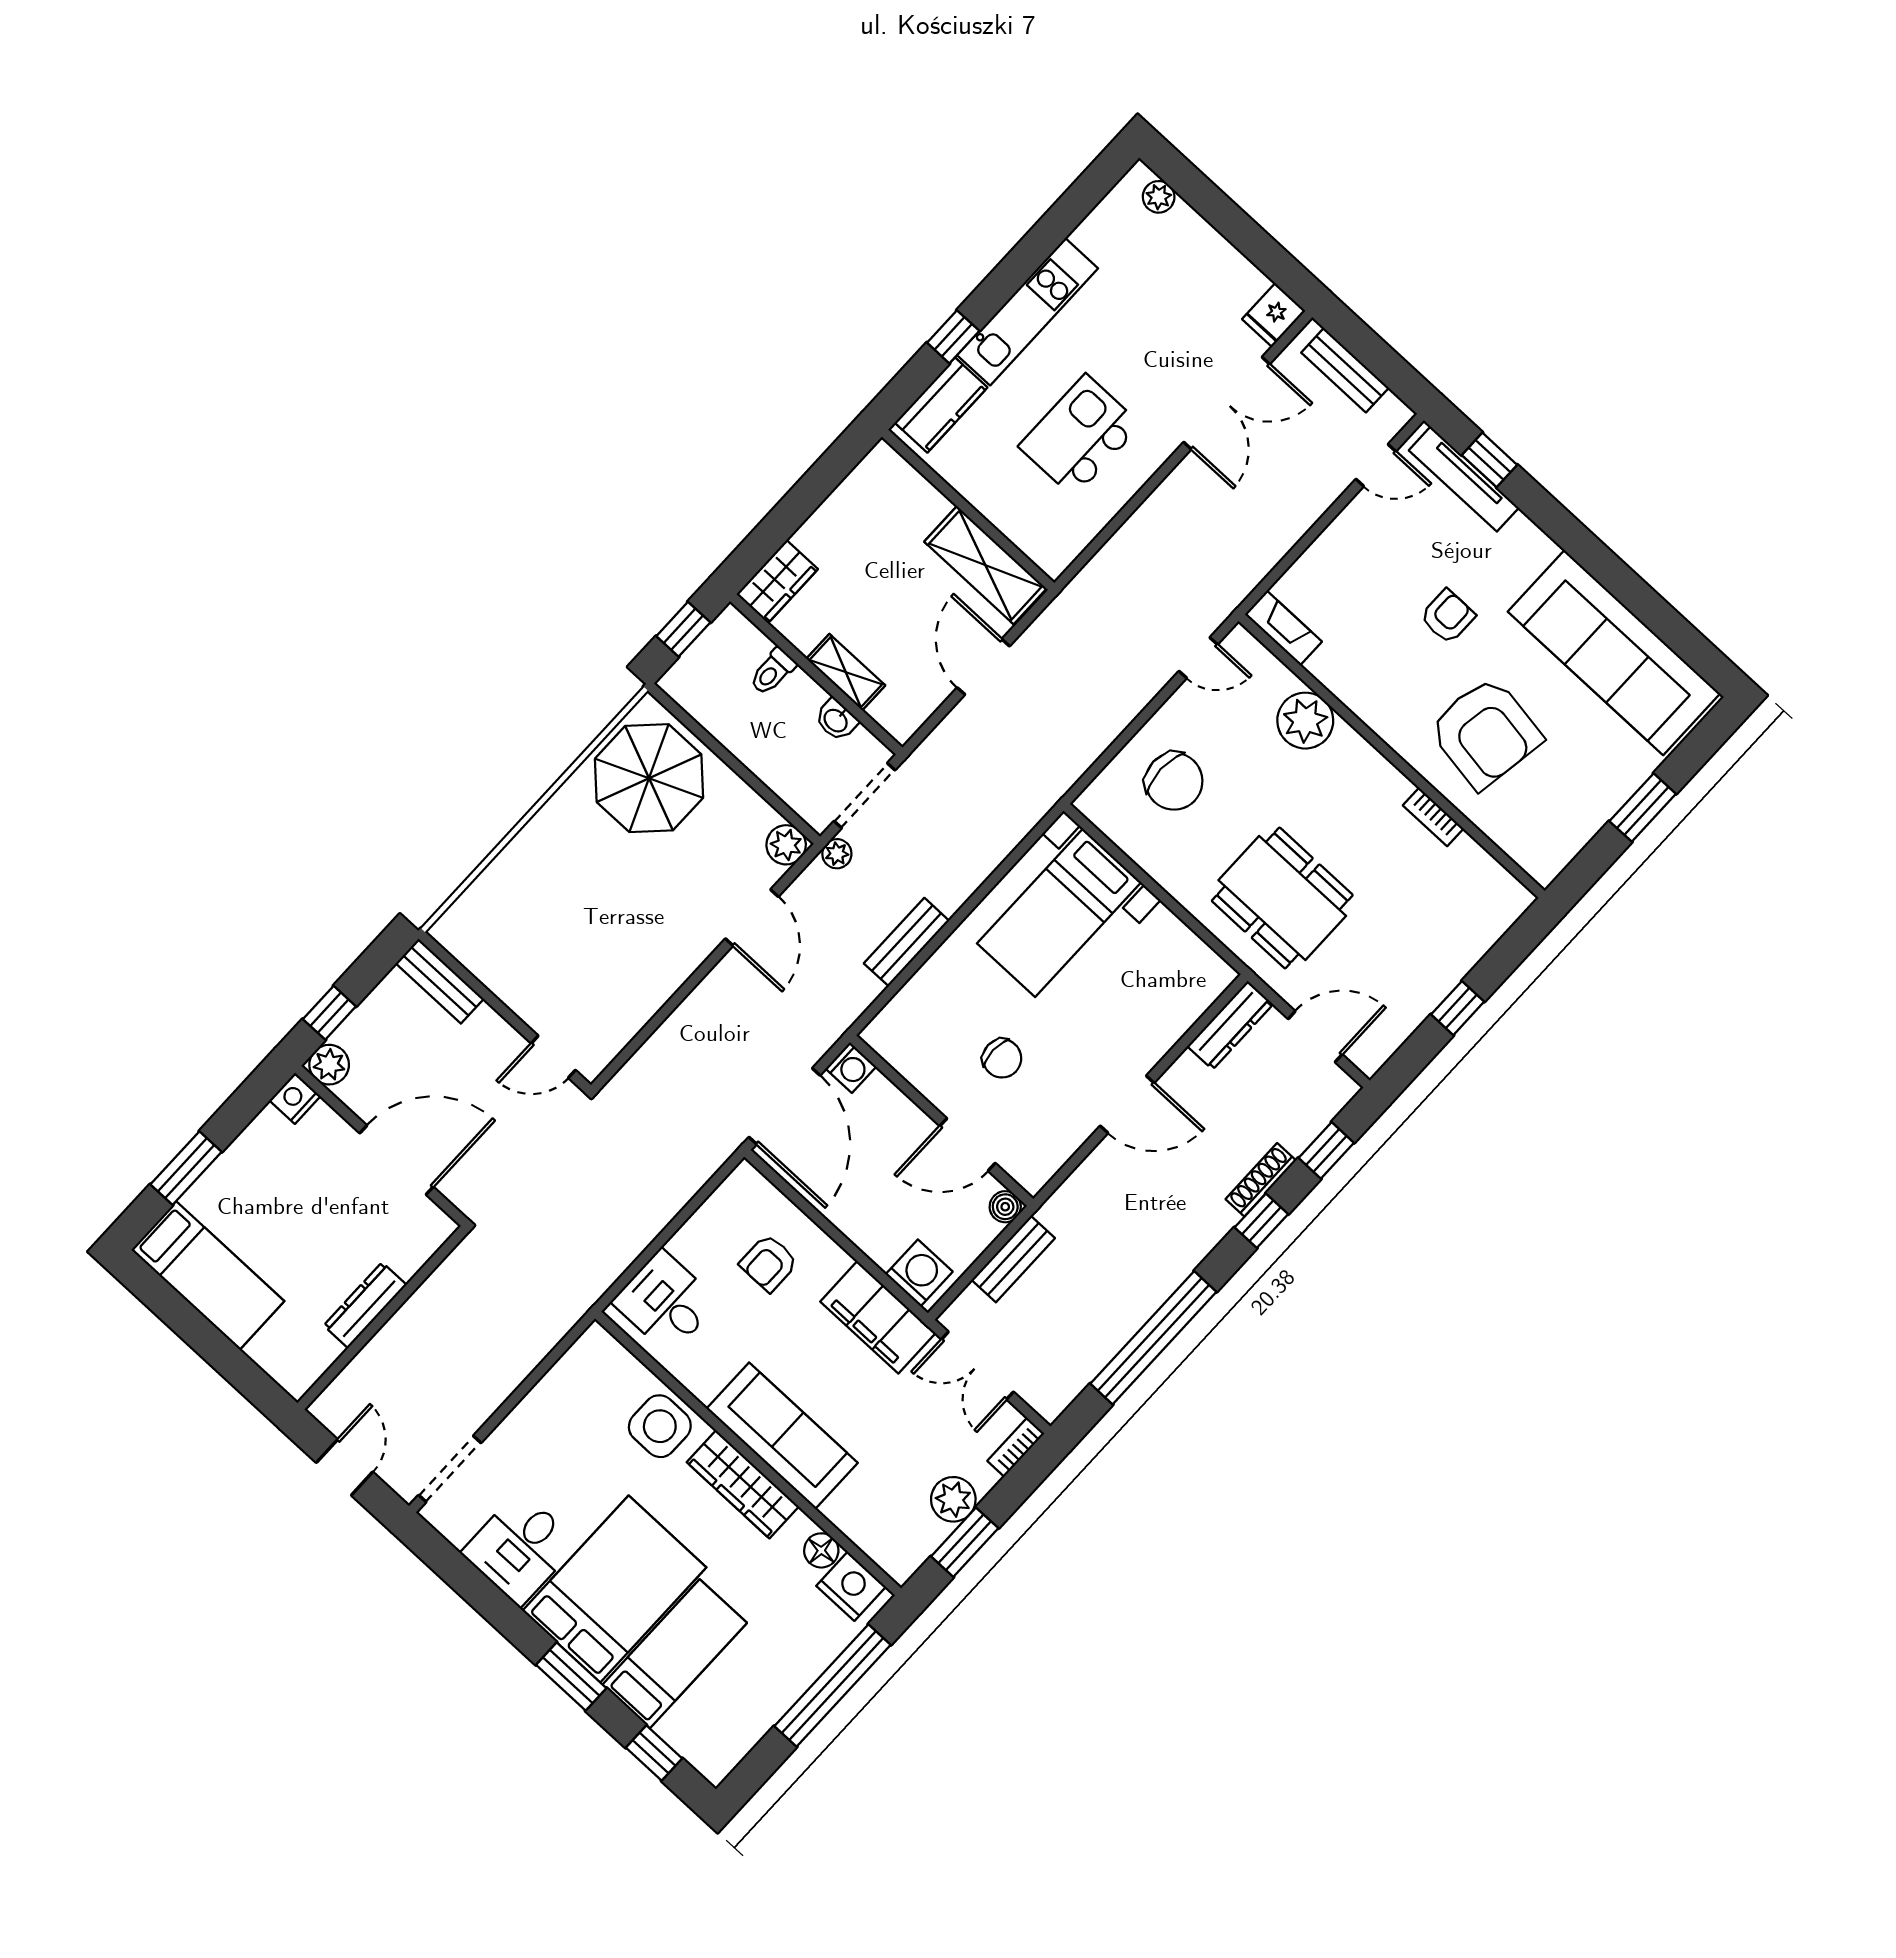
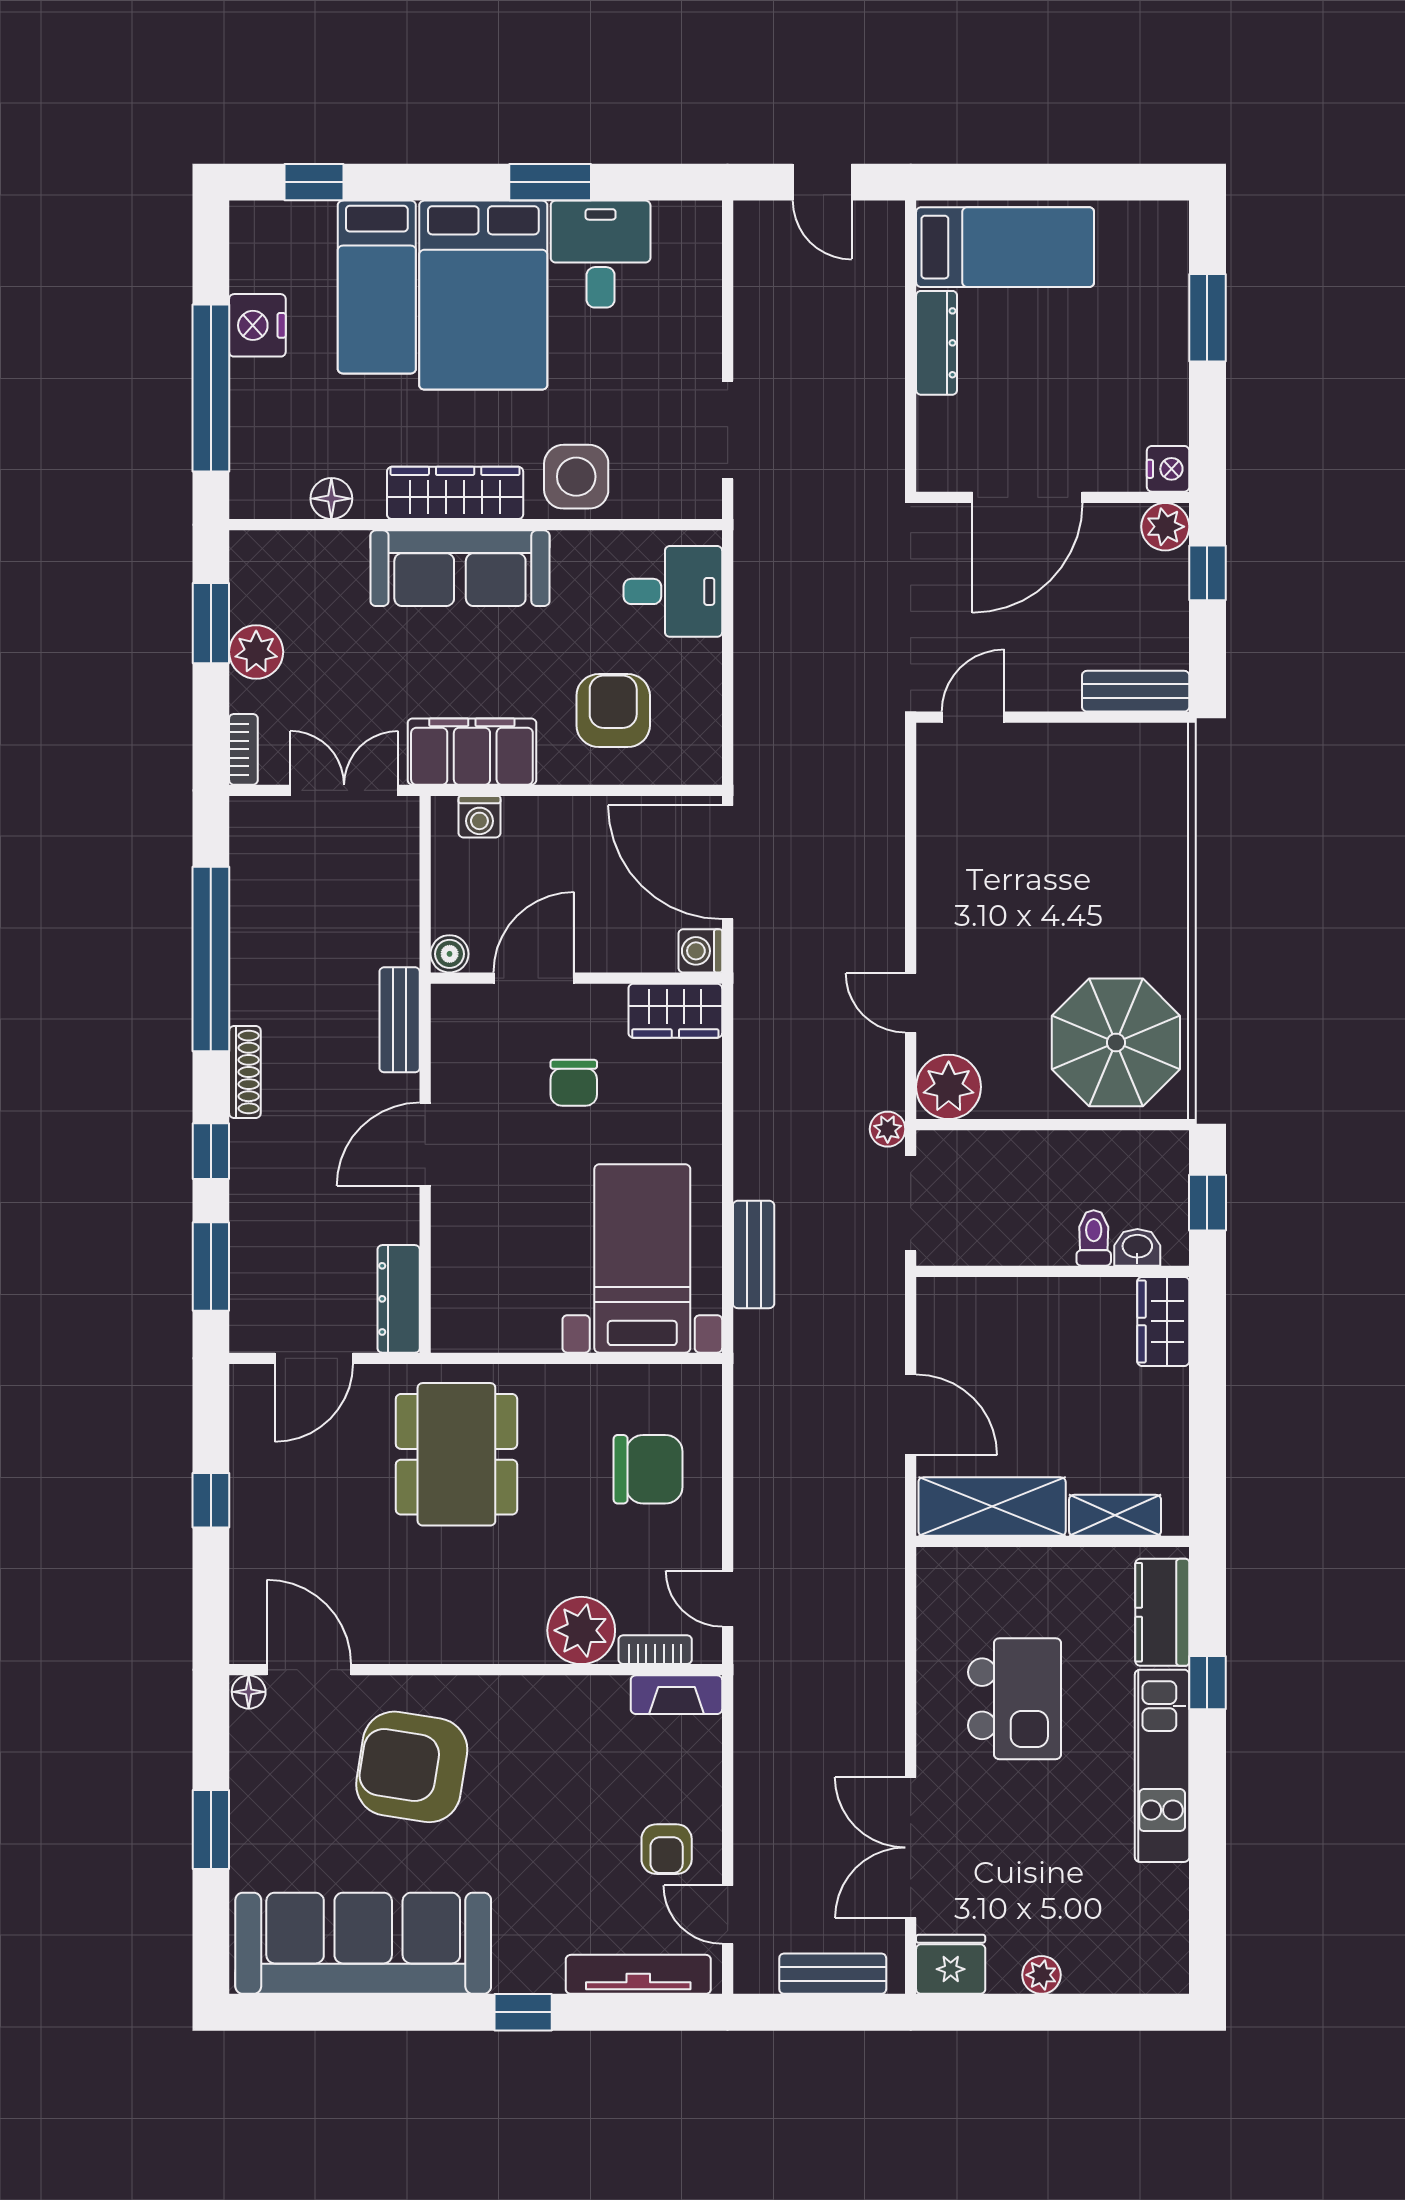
plant: (1159, 197) -> (1041, 1975), moved
fridge: (1274, 315) -> (951, 1964), width x1.38
window: (1489, 460) -> (523, 2012), moved
door: (1376, 465) -> (728, 1915), hinge flipped
armchair: (1448, 616) -> (667, 1849), moved
door: (1198, 658) -> (728, 1599), hinge flipped
shelving: (846, 672) -> (1115, 1515), moved
washbasin: (836, 720) -> (1137, 1247), moved
chair: (1174, 781) -> (648, 1469), turned 180
bookcase: (1433, 817) -> (655, 1650), moved
plant: (786, 845) -> (949, 1087), width x1.36, depth x1.36
door: (1493, 850) -> (309, 1670), added
floor lamp: (1542, 870) -> (249, 1692), added
dining table: (1282, 898) -> (456, 1454), turned 90
door: (752, 918) -> (911, 1003), width x0.73
bench: (907, 942) -> (754, 1254), moved
wardrobe: (900, 1045) -> (675, 1011), added
chair: (1002, 1058) -> (574, 1083), turned -90
window: (1326, 1150) -> (211, 1267), width x1.50
shoe rack: (1261, 1180) -> (245, 1072), moved
bench: (1013, 1259) -> (400, 1020), moved
armchair: (769, 1263) -> (613, 711), width x1.38, depth x1.38
washing machine: (919, 1273) -> (479, 817), width x0.73, depth x0.73
bed: (208, 1275) -> (1005, 247), moved, turned 180
doorway: (450, 1469) -> (728, 430), moved
nightstand: (851, 1586) -> (257, 325), moved, turned 90
window: (571, 1676) -> (550, 182), moved

